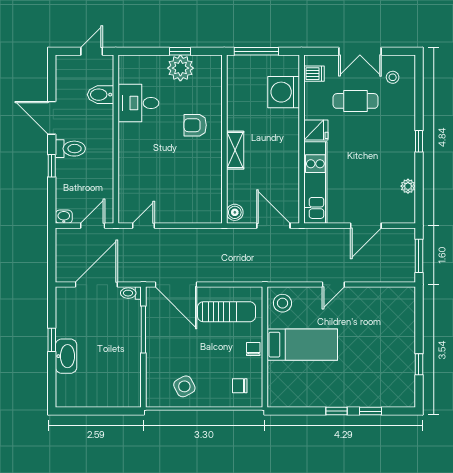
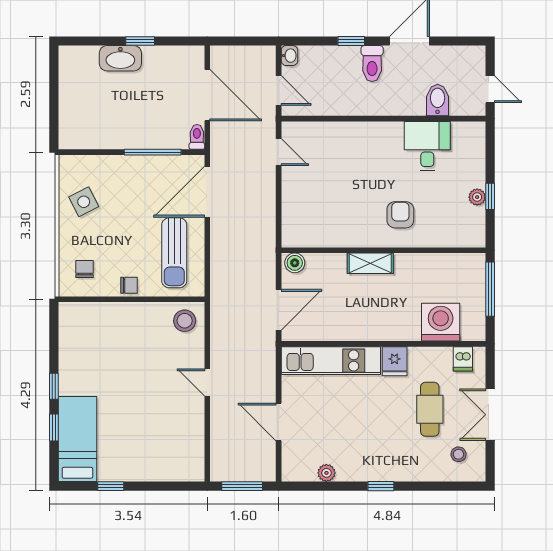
plant: (180, 68) -> (477, 197), width x0.53, depth x0.53
bed: (302, 345) -> (77, 439), moved, turned 180

